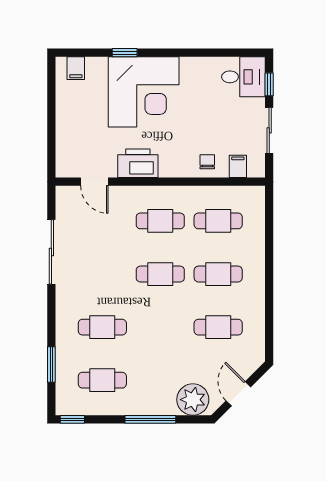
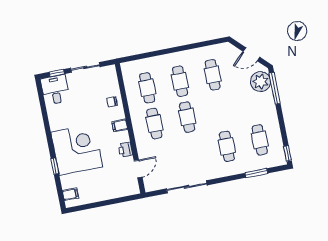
printer: (138, 163) -> (125, 150), width x0.53, depth x0.68
filing cabinet: (238, 166) -> (120, 125), moved
window: (150, 419) -> (275, 88), moved

